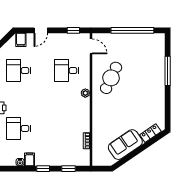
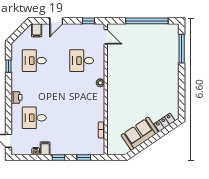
window: (168, 71) -> (182, 49), moved
cafe table: (111, 78) -> (126, 68), removed

